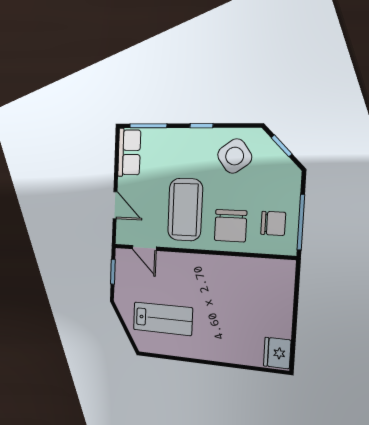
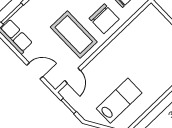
door: (144, 248) -> (73, 76), hinge flipped

